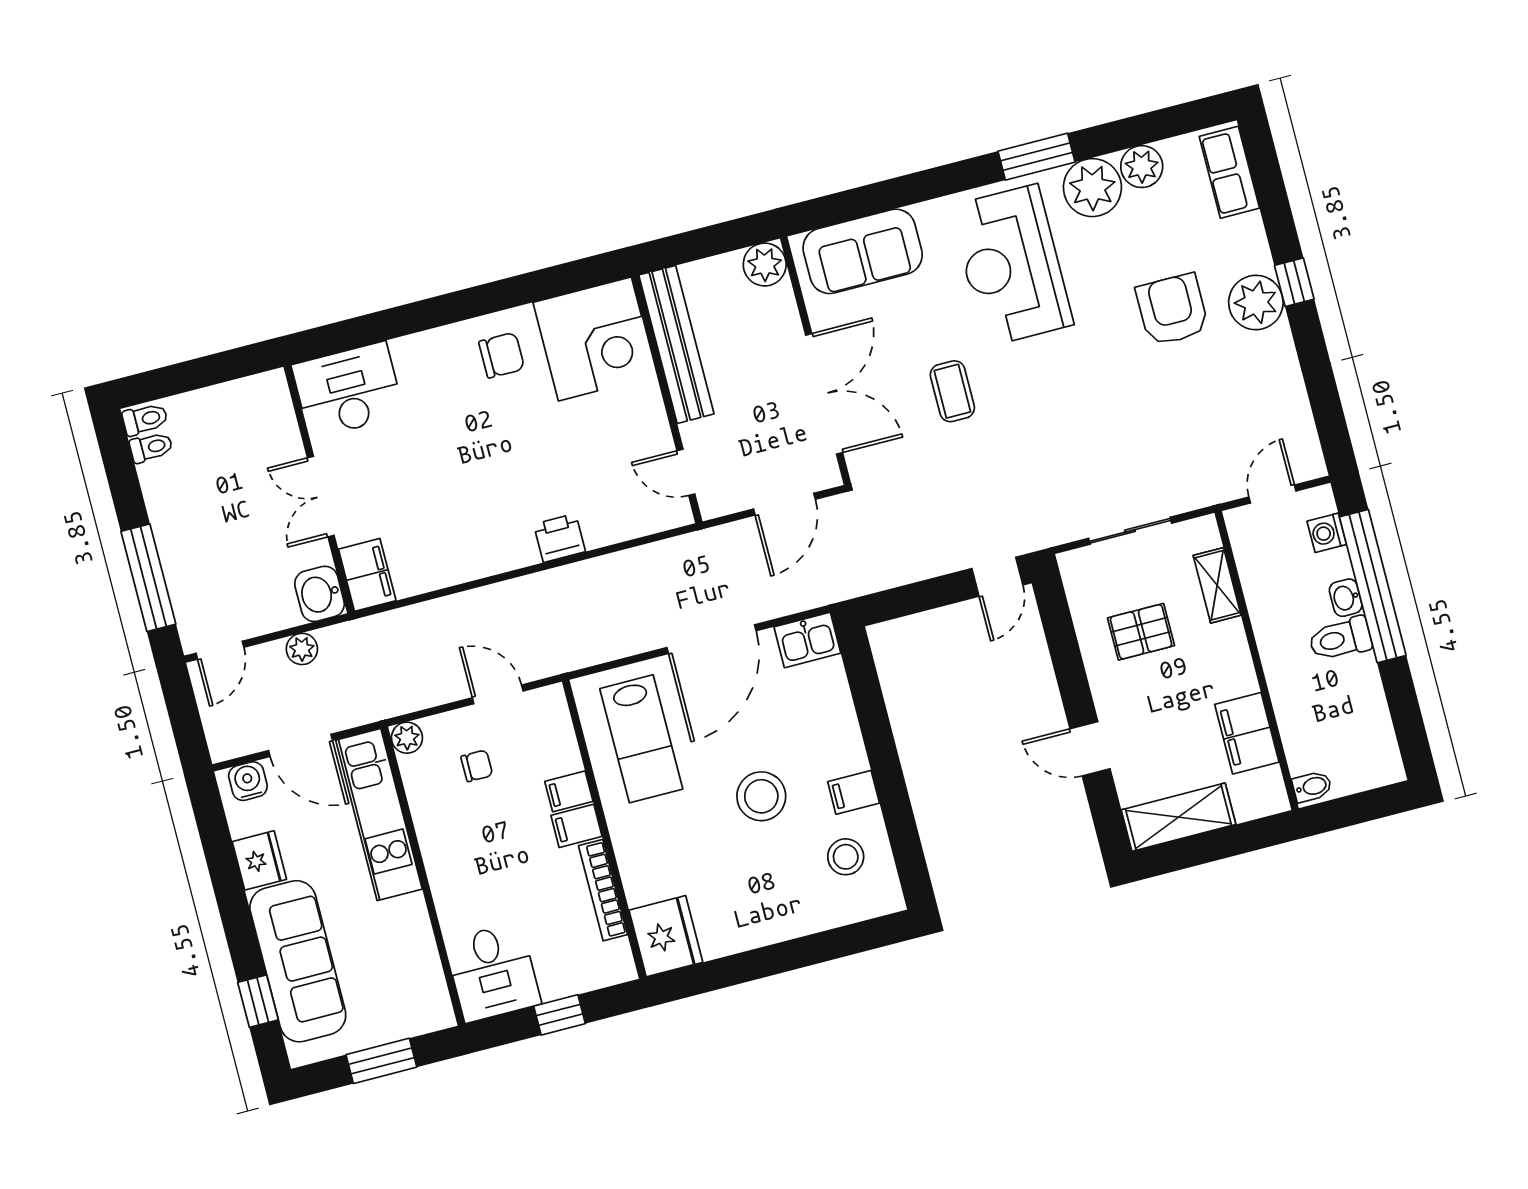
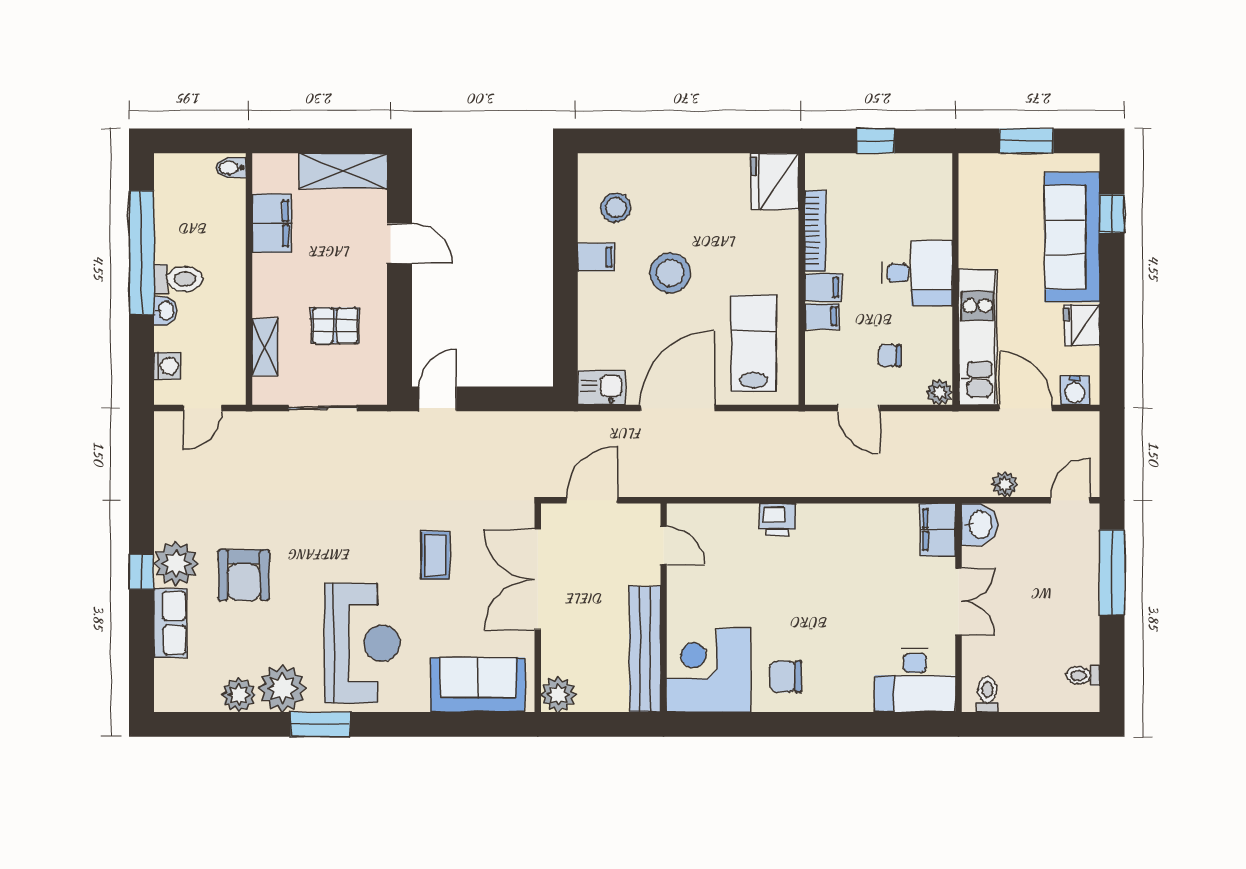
row of seats: (1229, 172) -> (170, 623), moved
toilet: (145, 419) -> (987, 694), moved, turned 90
window: (1373, 586) -> (141, 253), moved
desk: (493, 972) -> (917, 273), moved, turned 90

